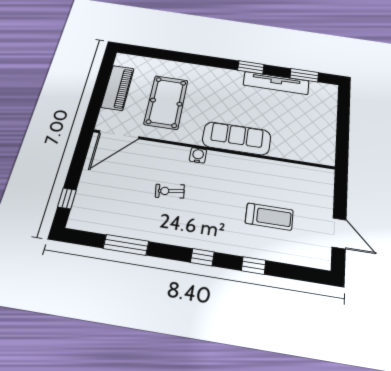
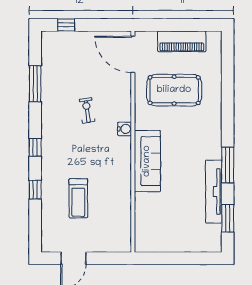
window: (251, 67) -> (228, 165), width x1.44

